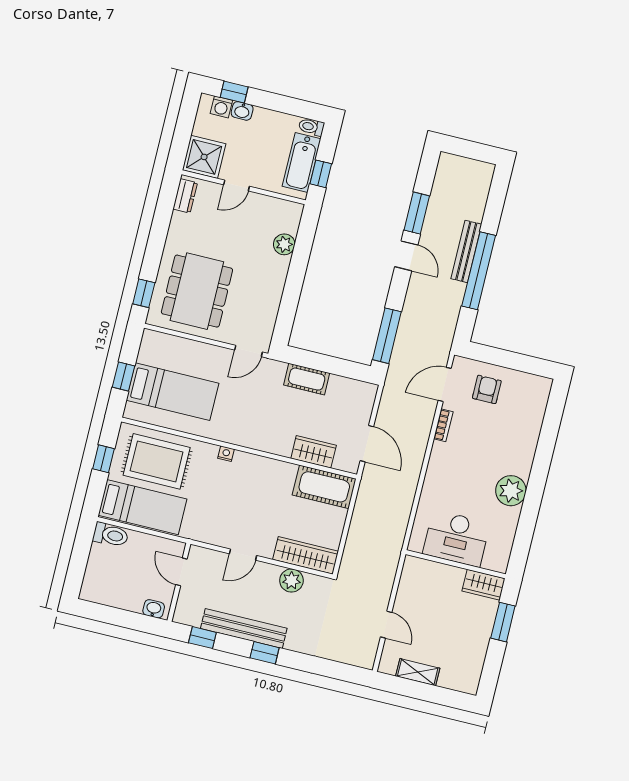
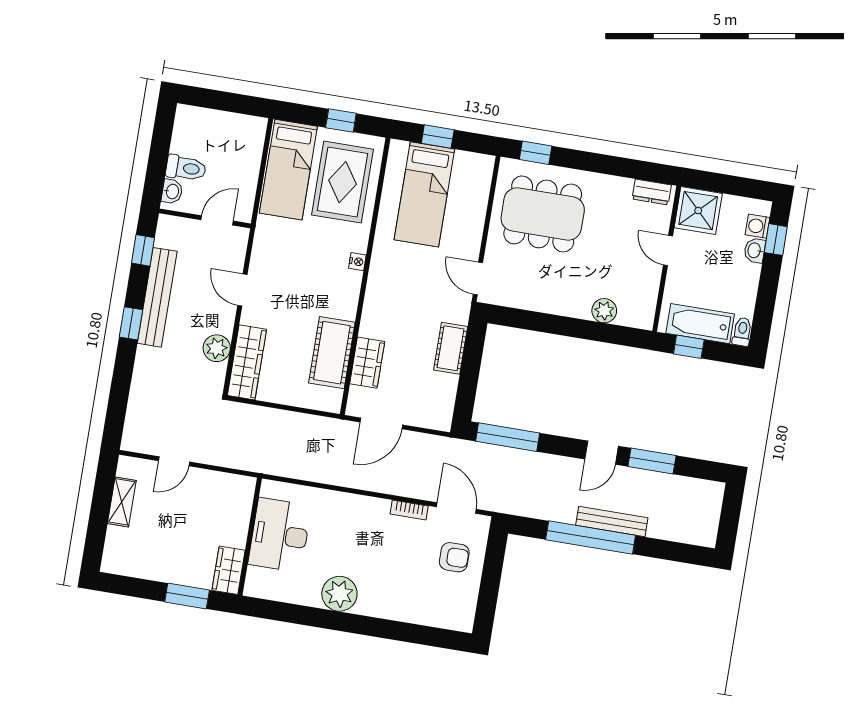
cot: (324, 487) -> (332, 353), moved
toilet: (111, 535) -> (186, 168), moved, turned -90

